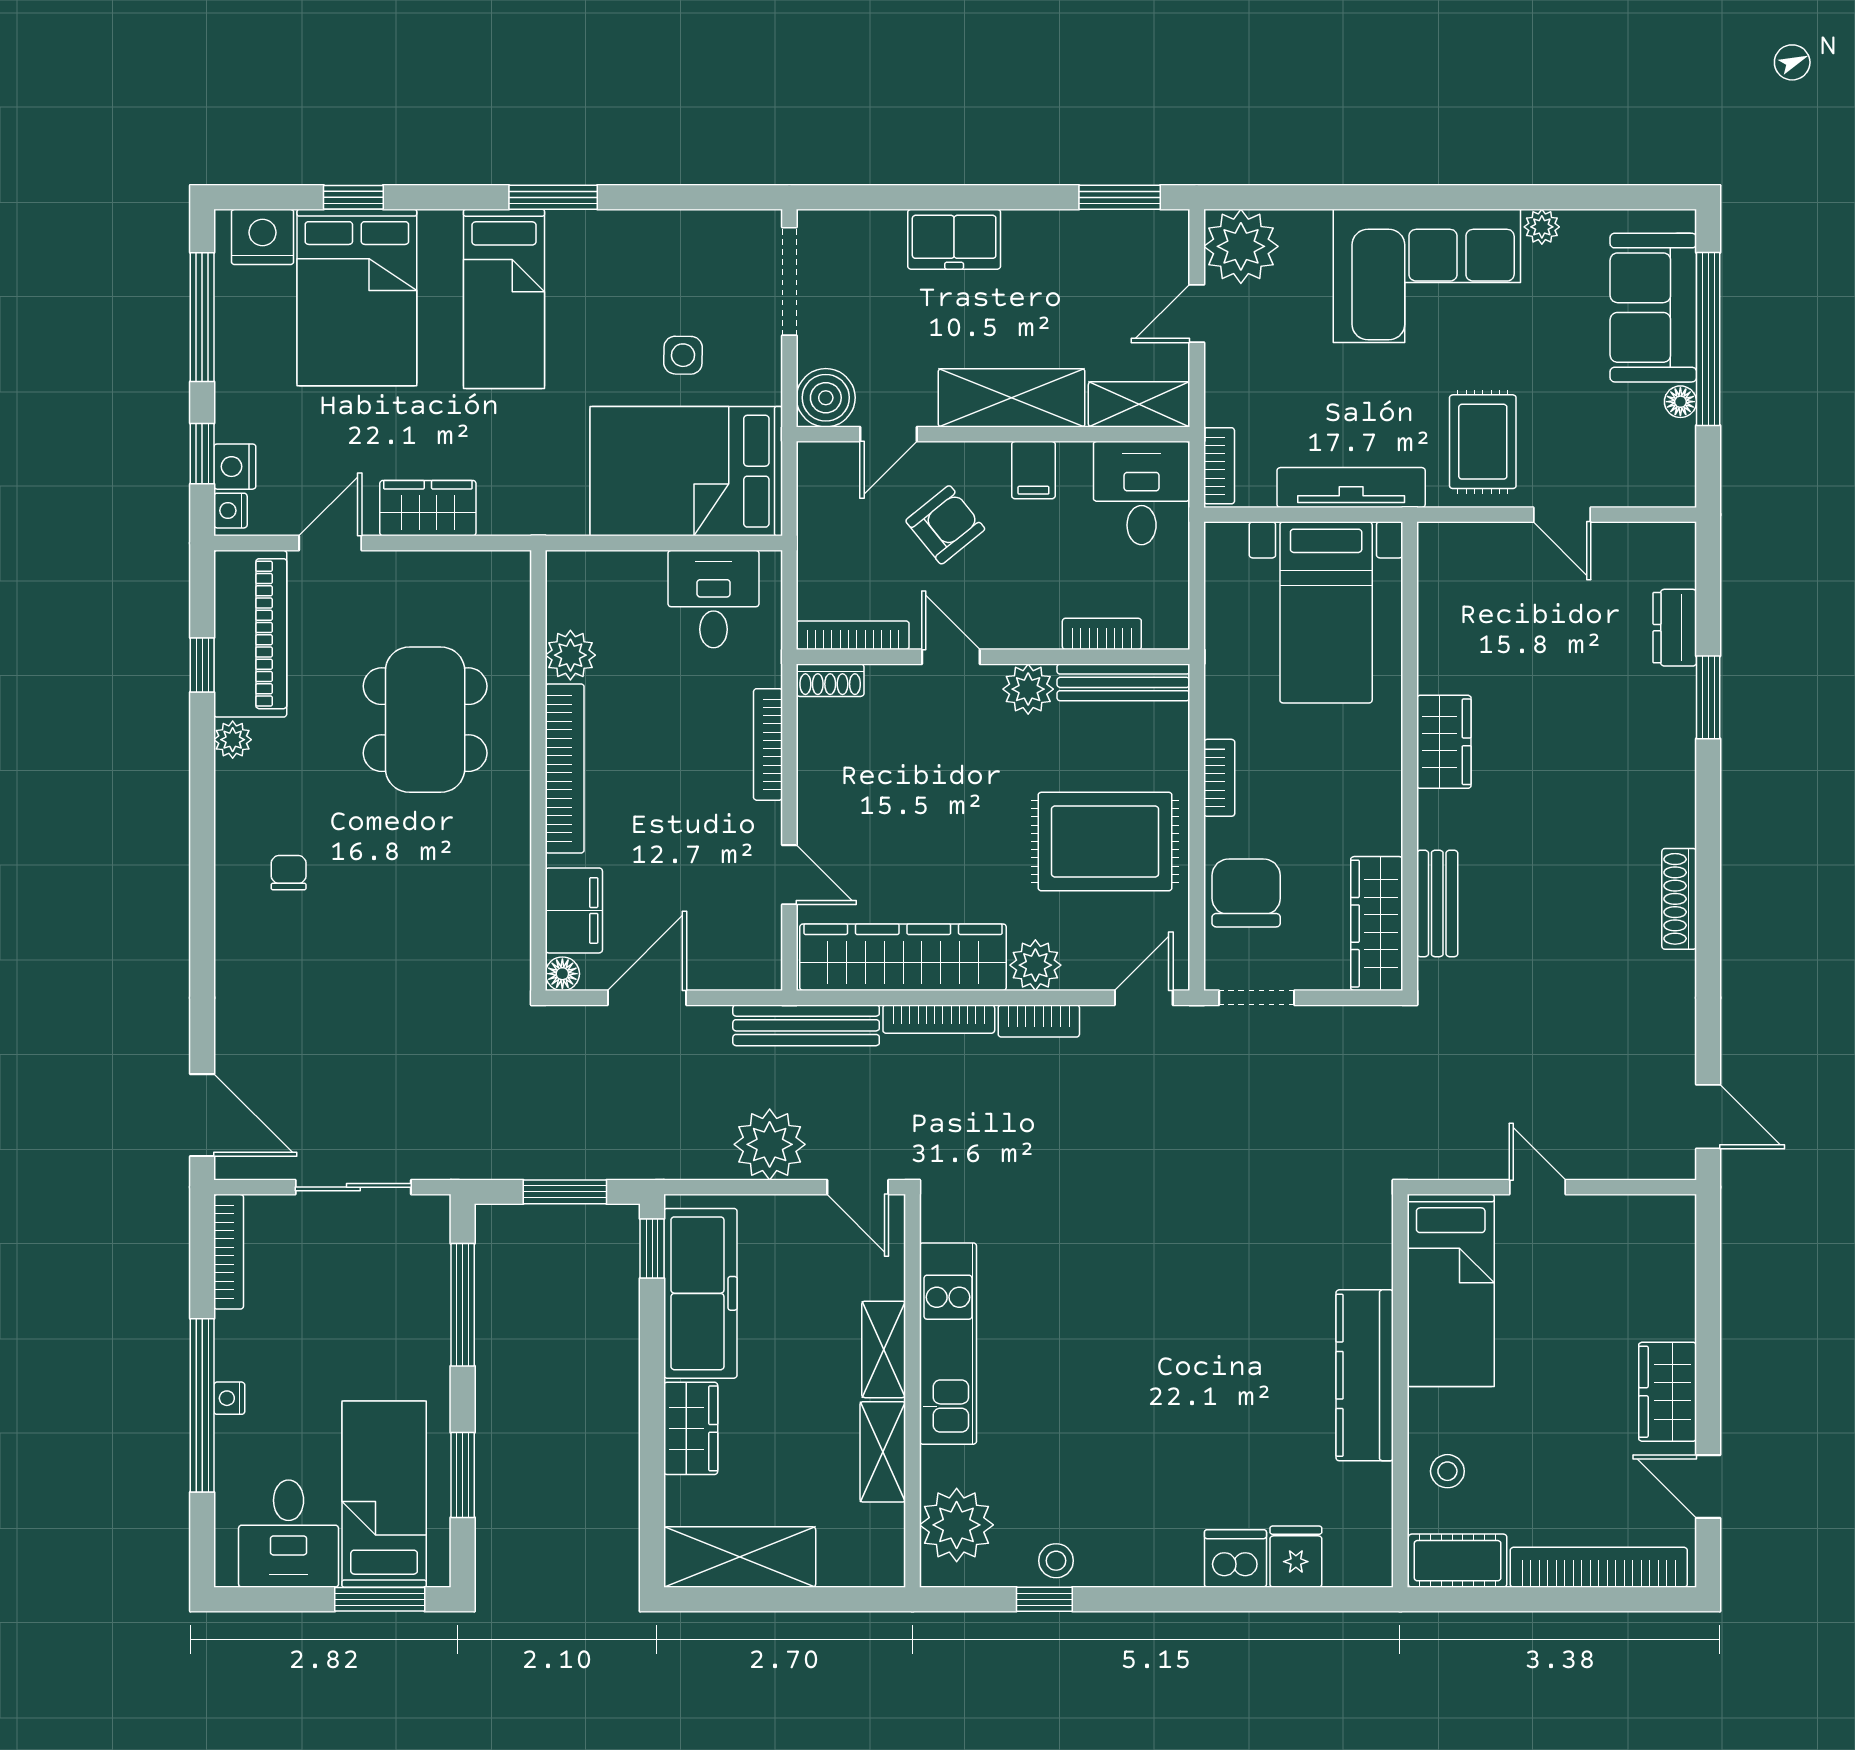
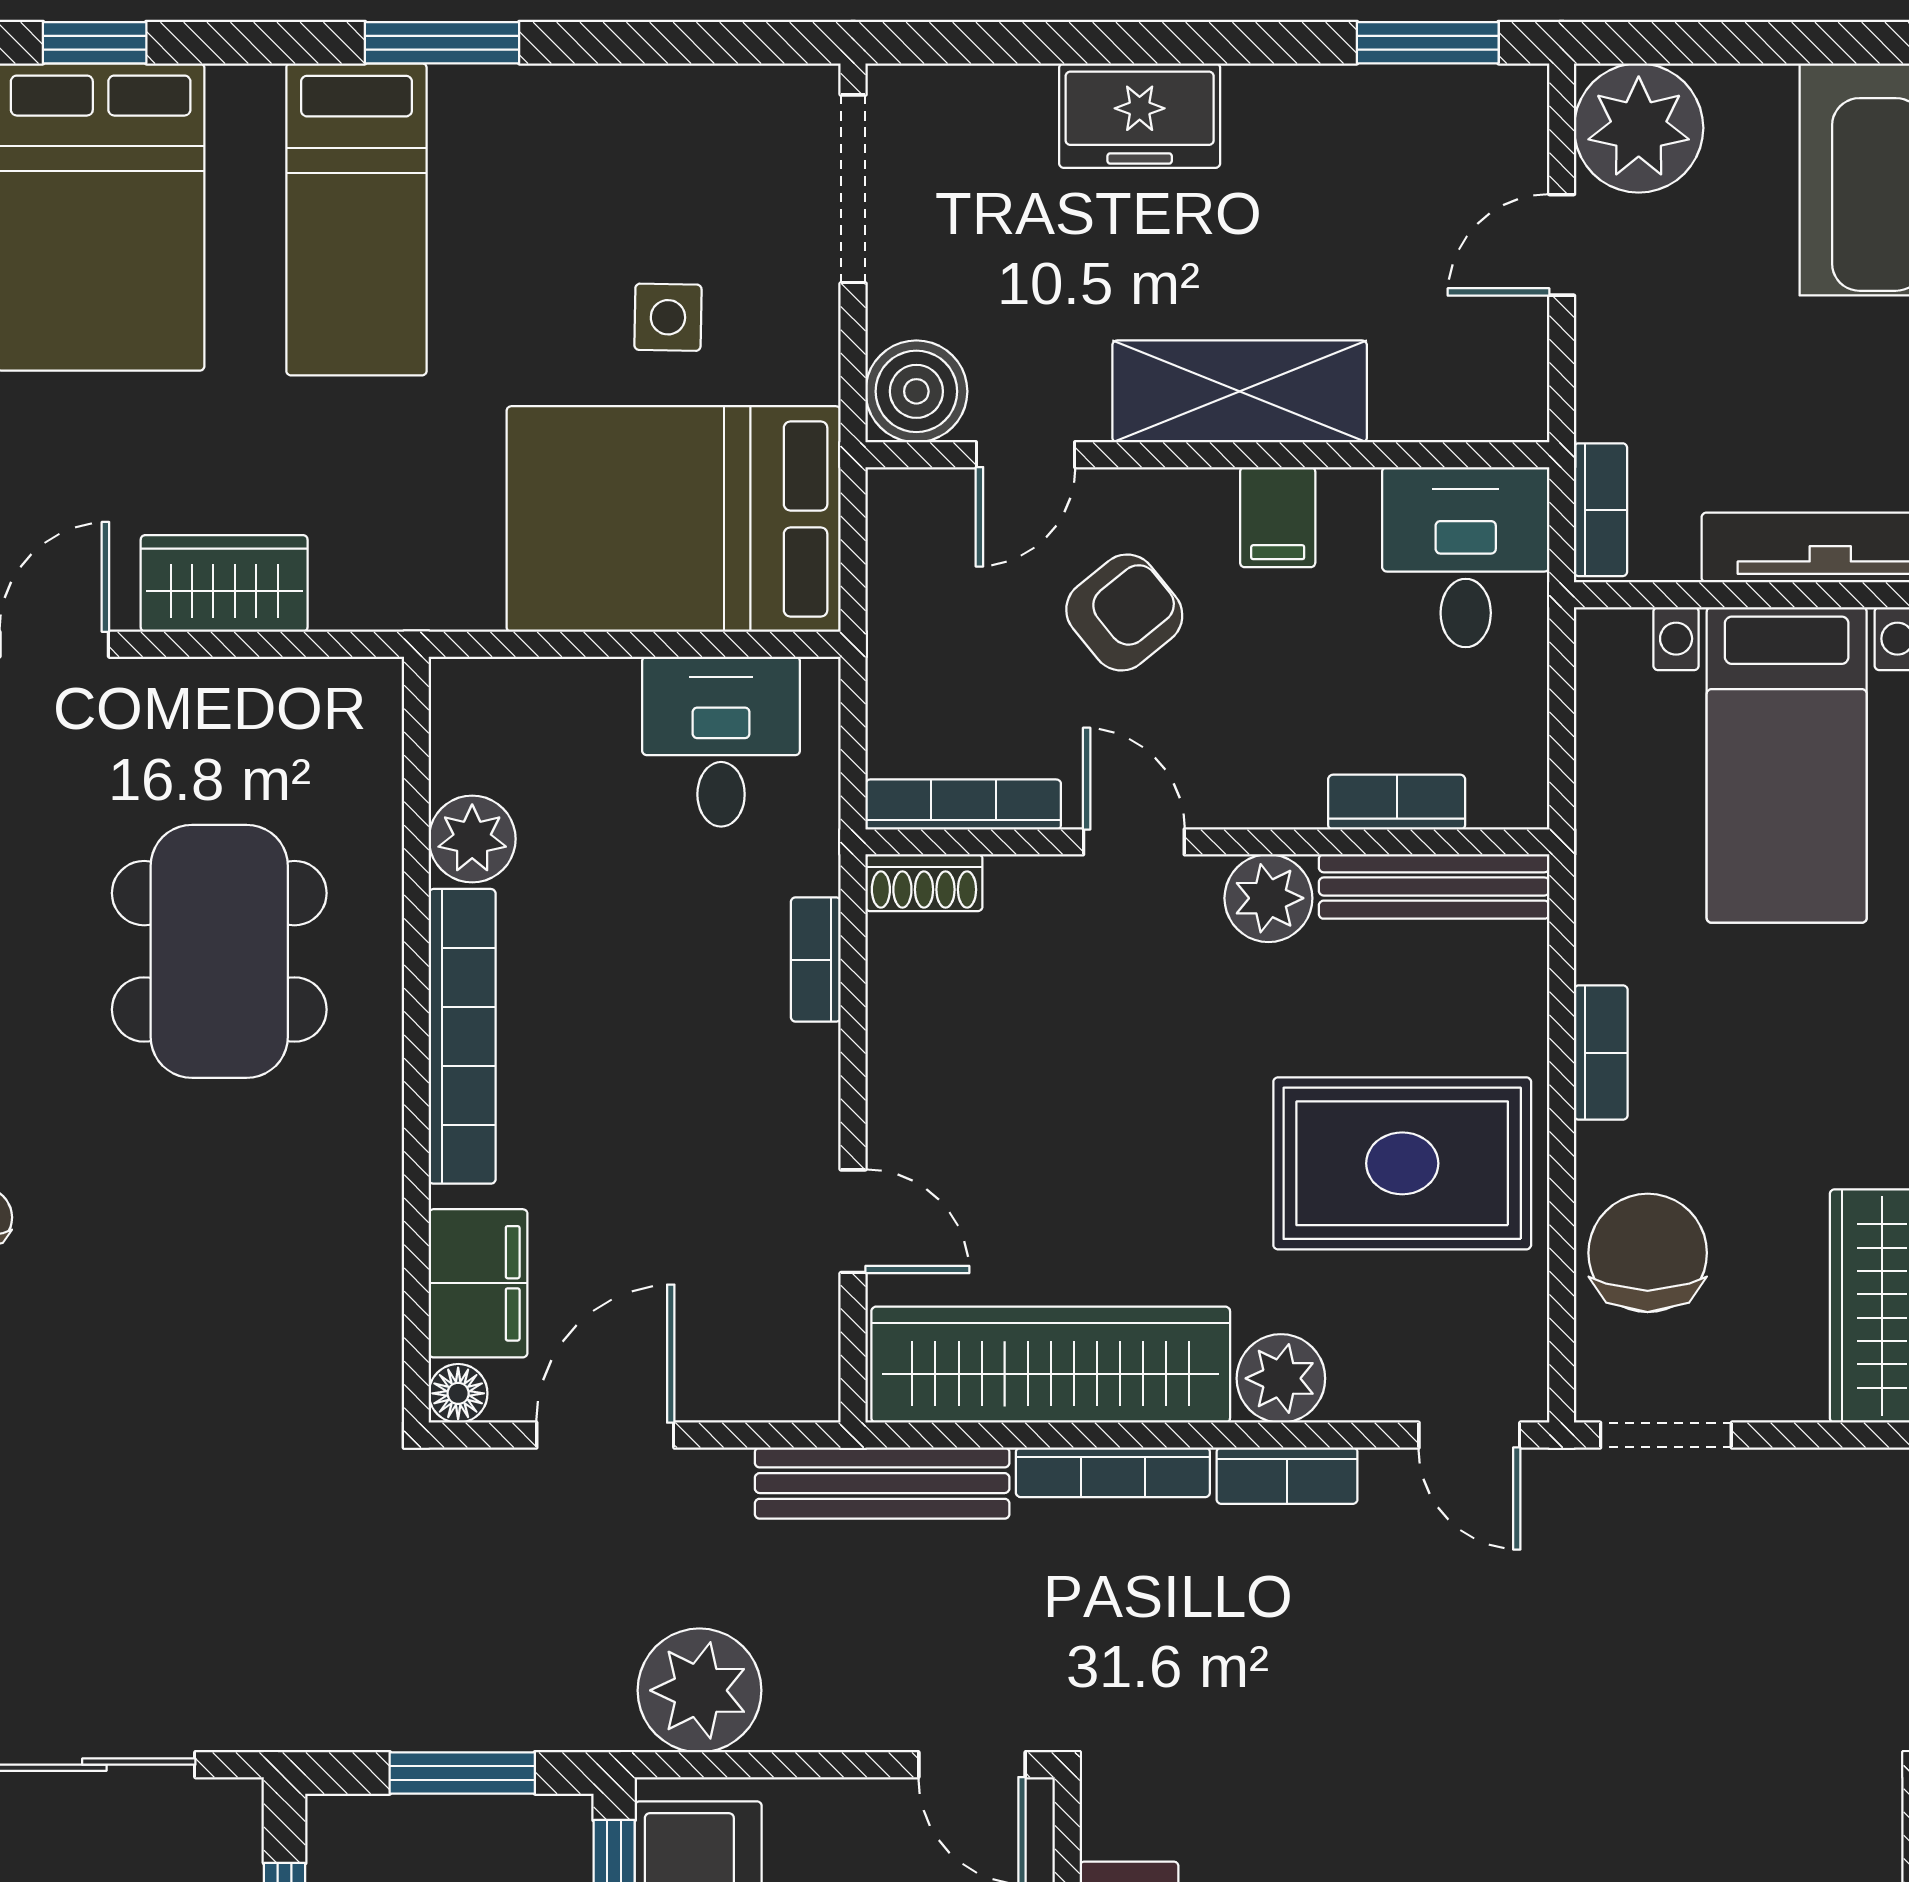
shelving: (1139, 404) -> (1461, 403), removed
bookcase: (768, 744) -> (816, 960), width x0.64
door: (1144, 998) -> (1469, 1435), swing flipped
plant: (770, 1144) -> (699, 1690), moved

